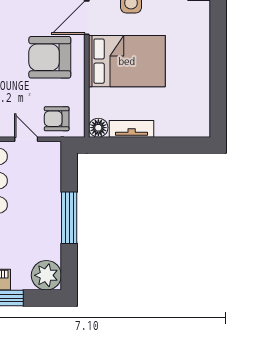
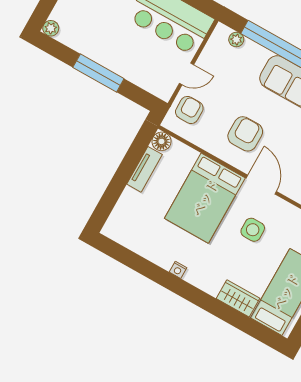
nightstand: (204, 49) -> (178, 270), added
armchair: (50, 57) -> (245, 134), width x0.73, depth x0.73
plant: (46, 275) -> (51, 28), width x0.53, depth x0.53

